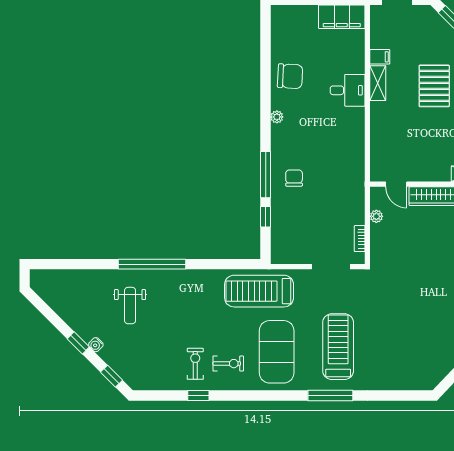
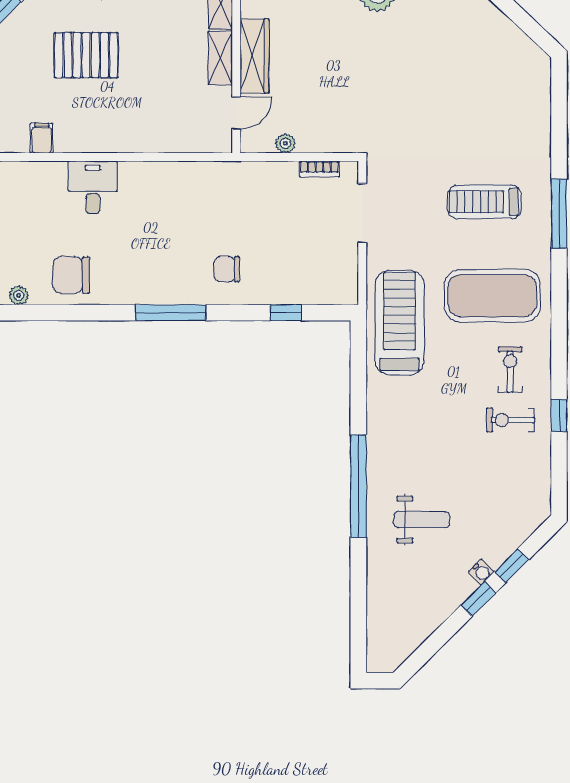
chair: (290, 76) -> (71, 275), turned -93
shelving: (378, 83) -> (220, 58), moved, turned 90
plant: (277, 117) -> (19, 295), moved
window: (266, 175) -> (171, 313), moved
treadmill: (259, 291) -> (400, 323), turned 180
treadmill: (338, 347) -> (484, 202), width x0.73, depth x0.73
window: (112, 376) -> (512, 566), moved

